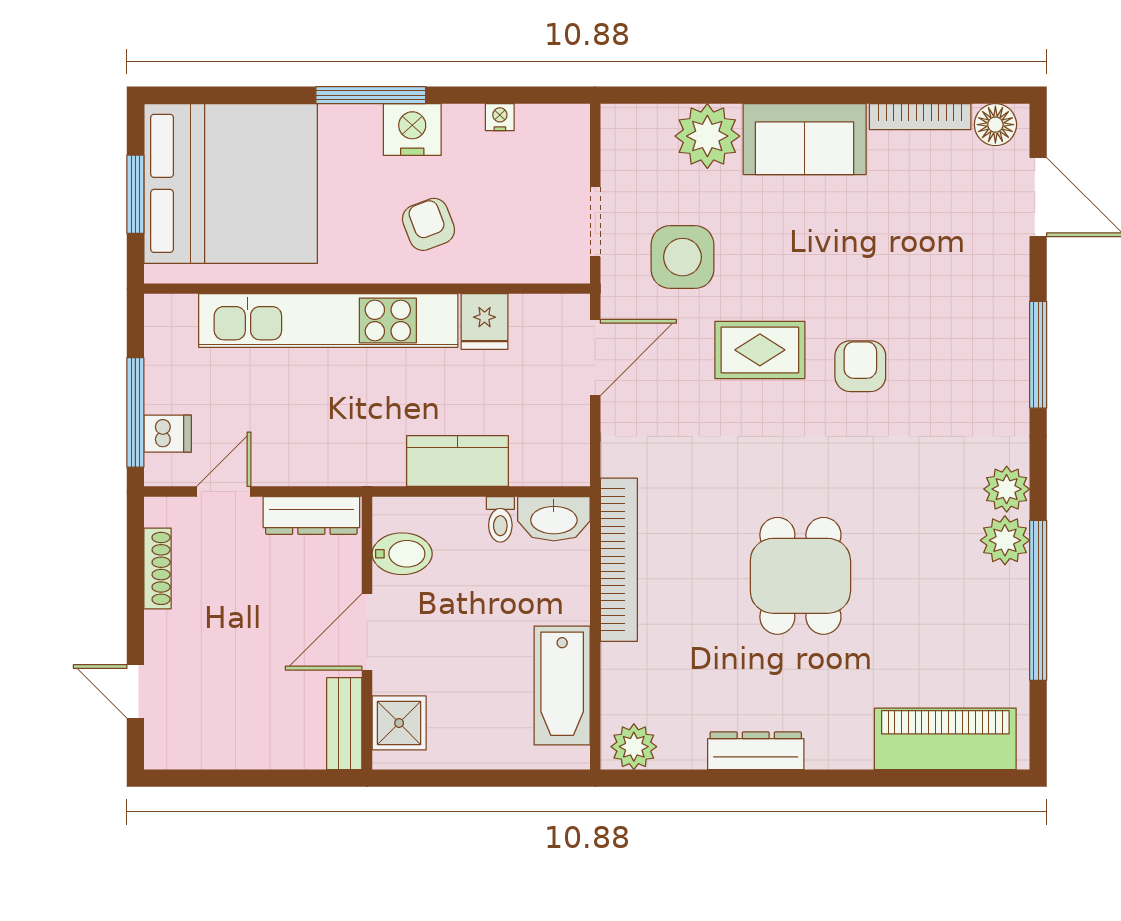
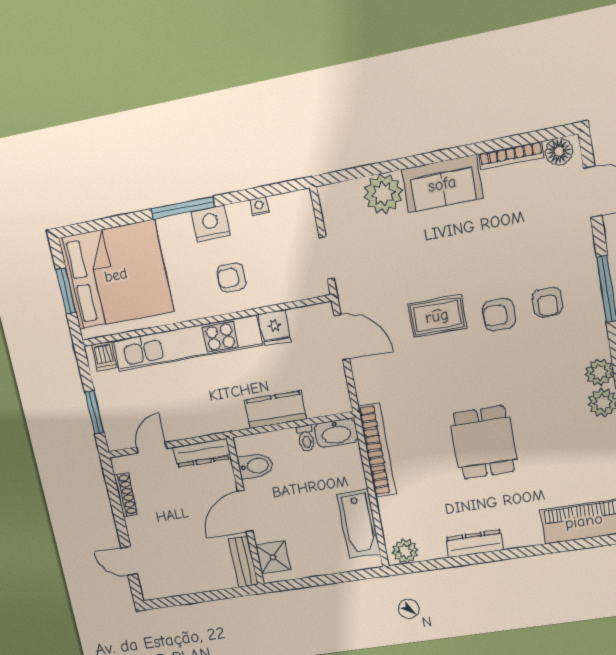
armchair: (428, 224) -> (231, 277), turned -69
side table: (682, 257) -> (382, 269), removed
door: (595, 357) -> (342, 337), hinge flipped
armchair: (941, 360) -> (547, 302), added
armchair: (860, 366) -> (499, 315), turned -90
window: (135, 412) -> (94, 412), width x0.69
dishwasher: (168, 434) -> (104, 356), moved, turned 90

